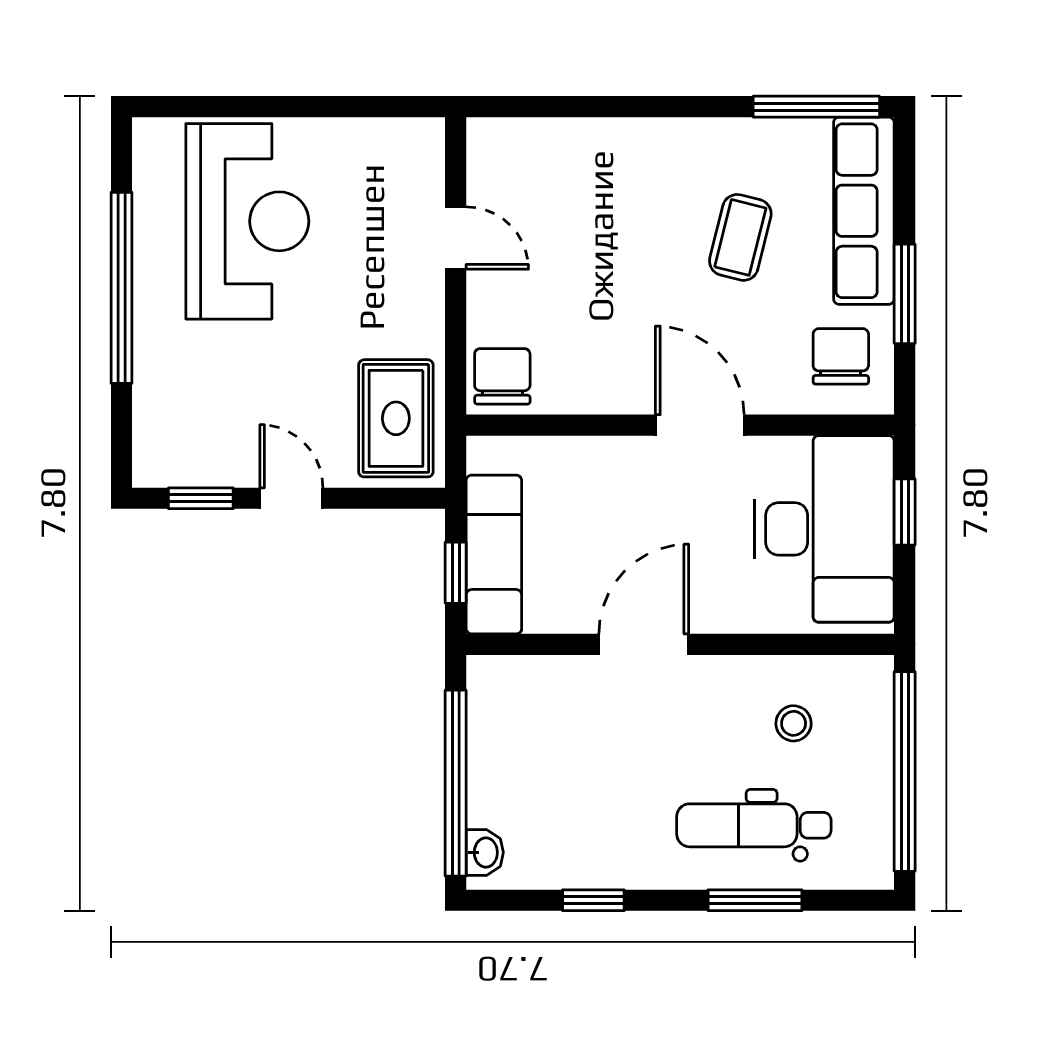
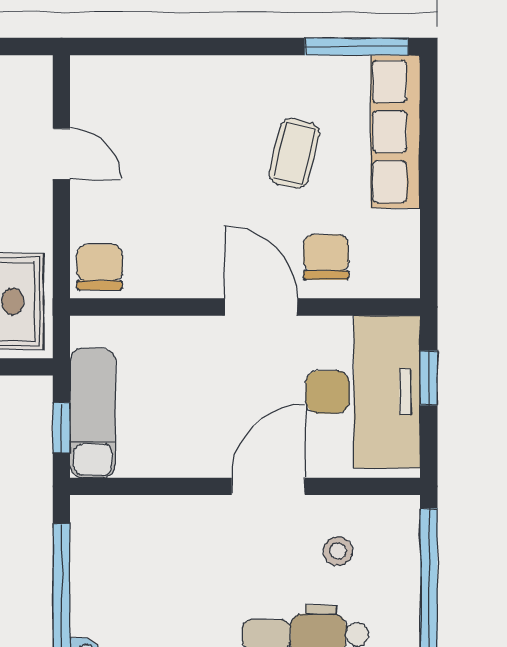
window: (905, 294) -> (429, 200), removed
chair: (841, 356) -> (326, 257), moved
door: (644, 644) -> (268, 486), moved

